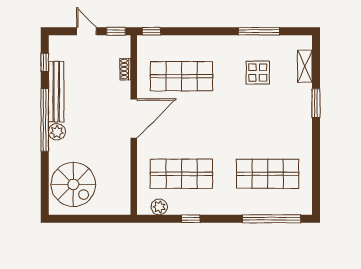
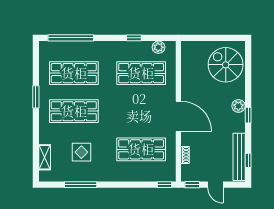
bench: (56, 92) -> (239, 157), moved
window: (316, 103) -> (36, 97), moved
door: (134, 118) -> (178, 116), swing flipped
window: (45, 120) -> (248, 115), width x0.32
shop shelf: (268, 125) -> (74, 111), added

